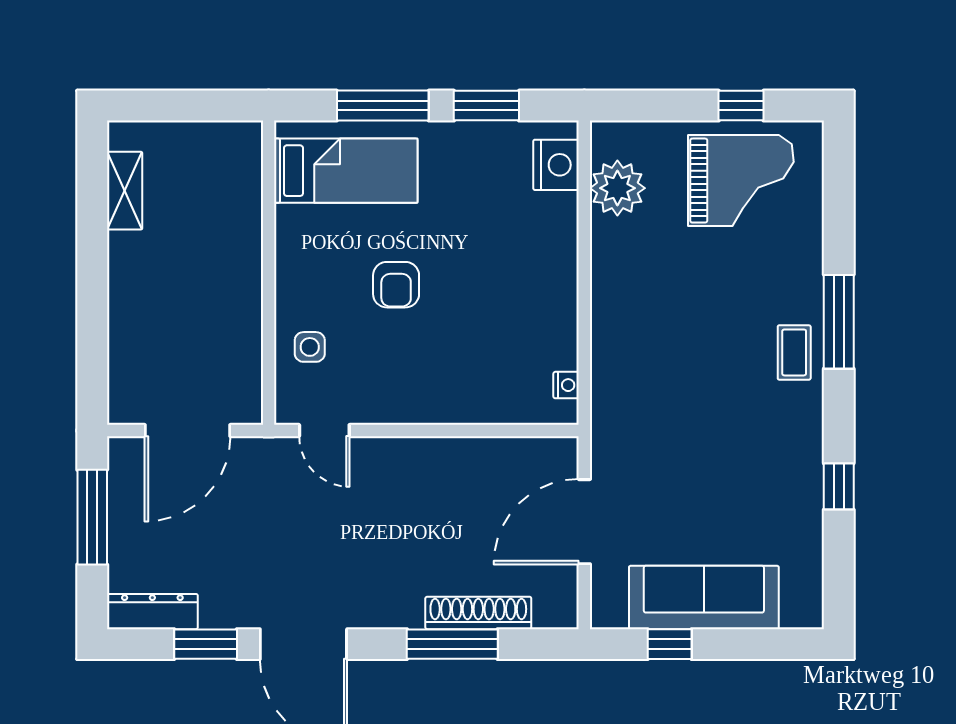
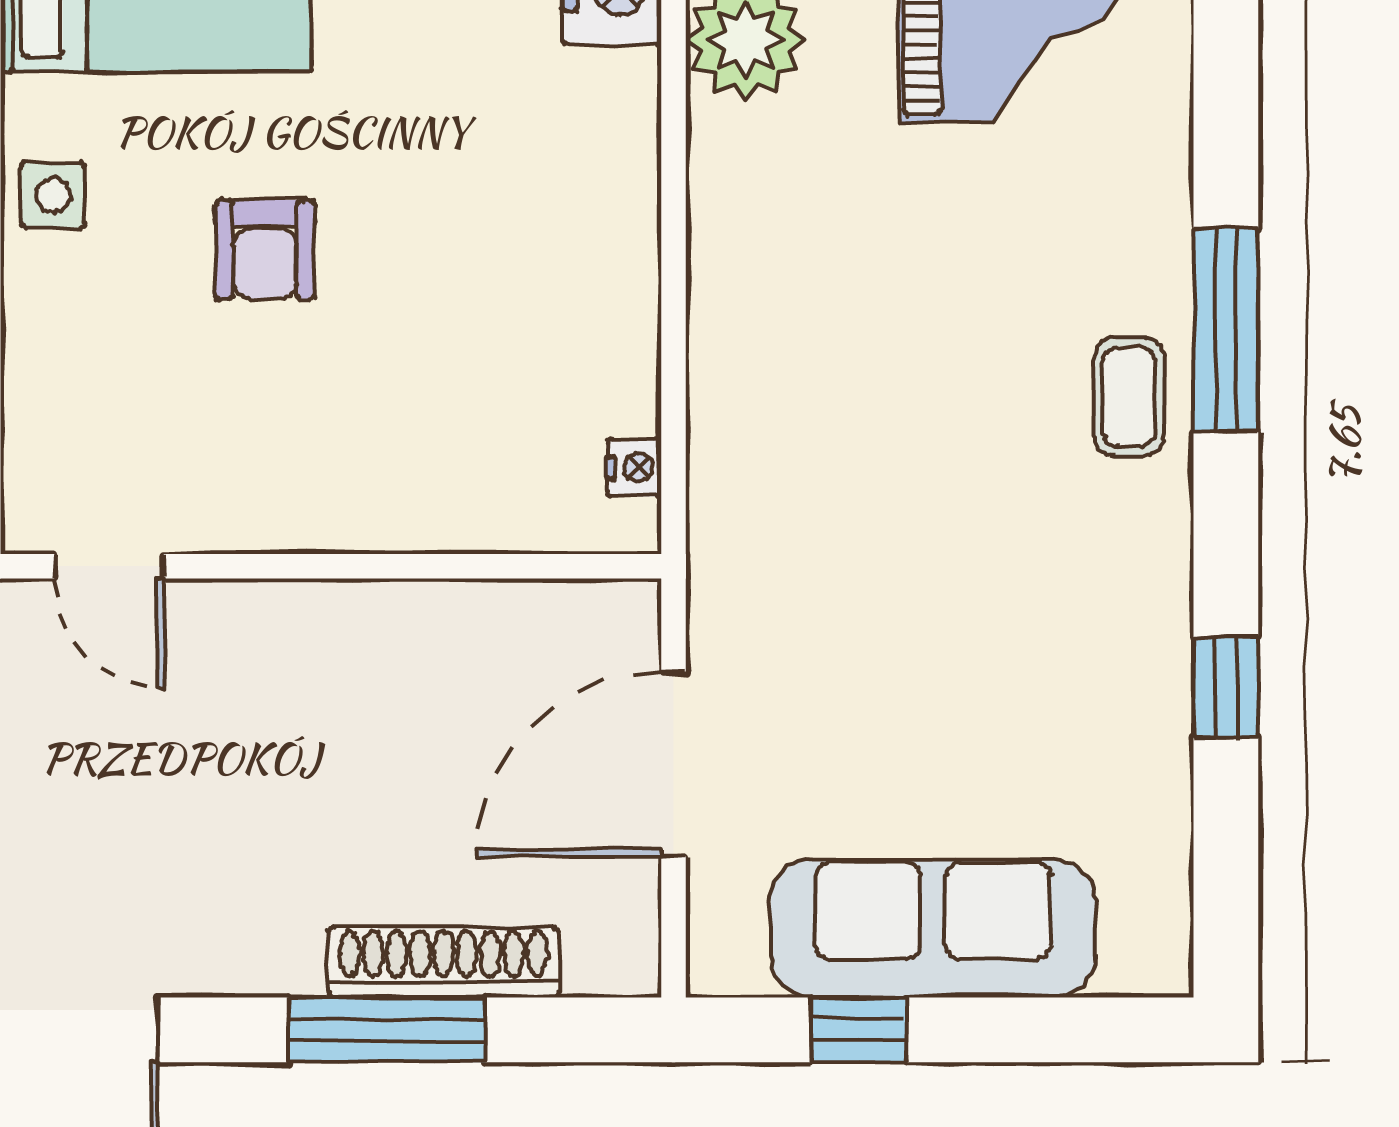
side table: (310, 347) -> (53, 195), moved

